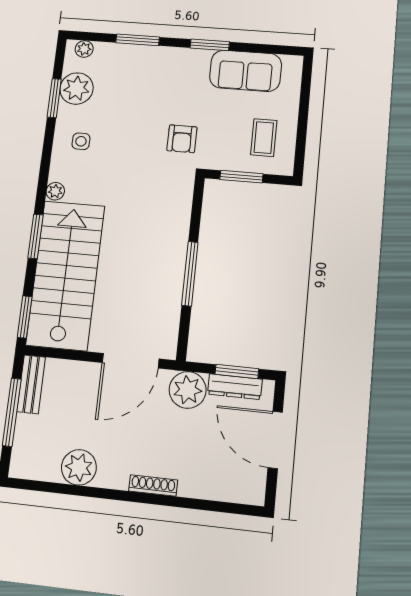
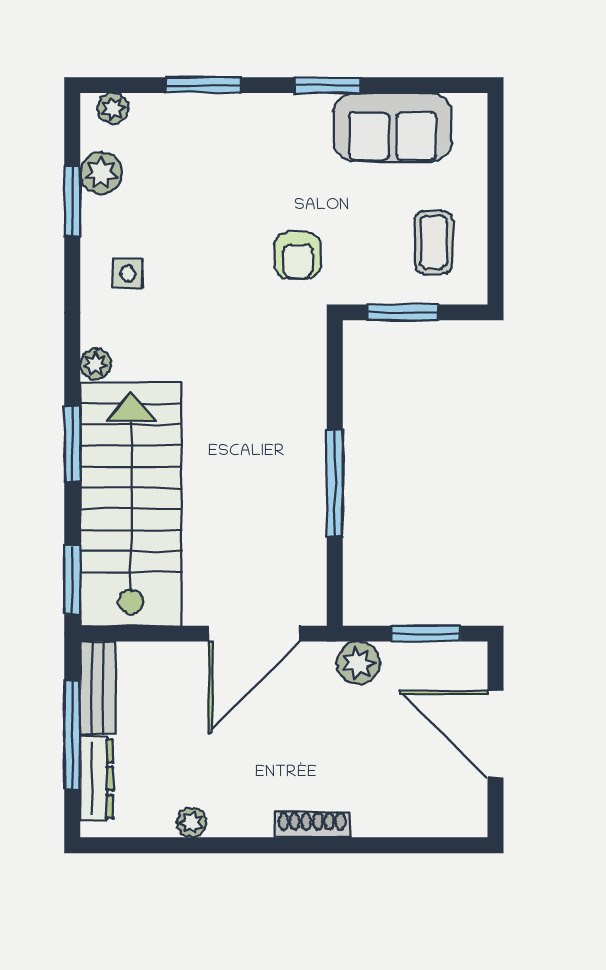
plant: (77, 88) -> (101, 173), width x0.73, depth x0.73
dresser: (235, 387) -> (97, 779), moved, turned -90
plant: (188, 390) -> (358, 663), width x0.73, depth x0.73
plant: (79, 467) -> (192, 823), width x0.53, depth x0.53

